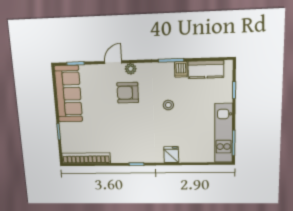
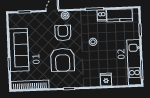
armchair: (128, 93) -> (63, 33), turned 90
sofa: (68, 94) -> (19, 50), moved
armchair: (128, 128) -> (63, 60), added
fridge: (171, 155) -> (106, 80), moved

